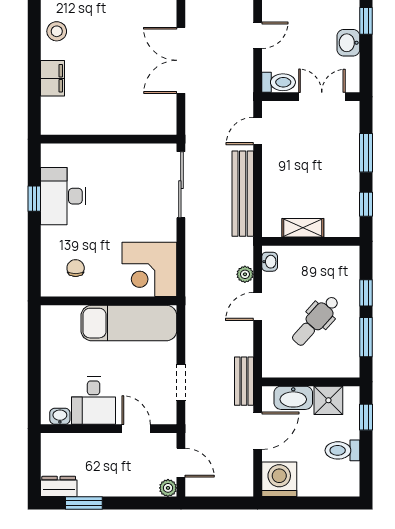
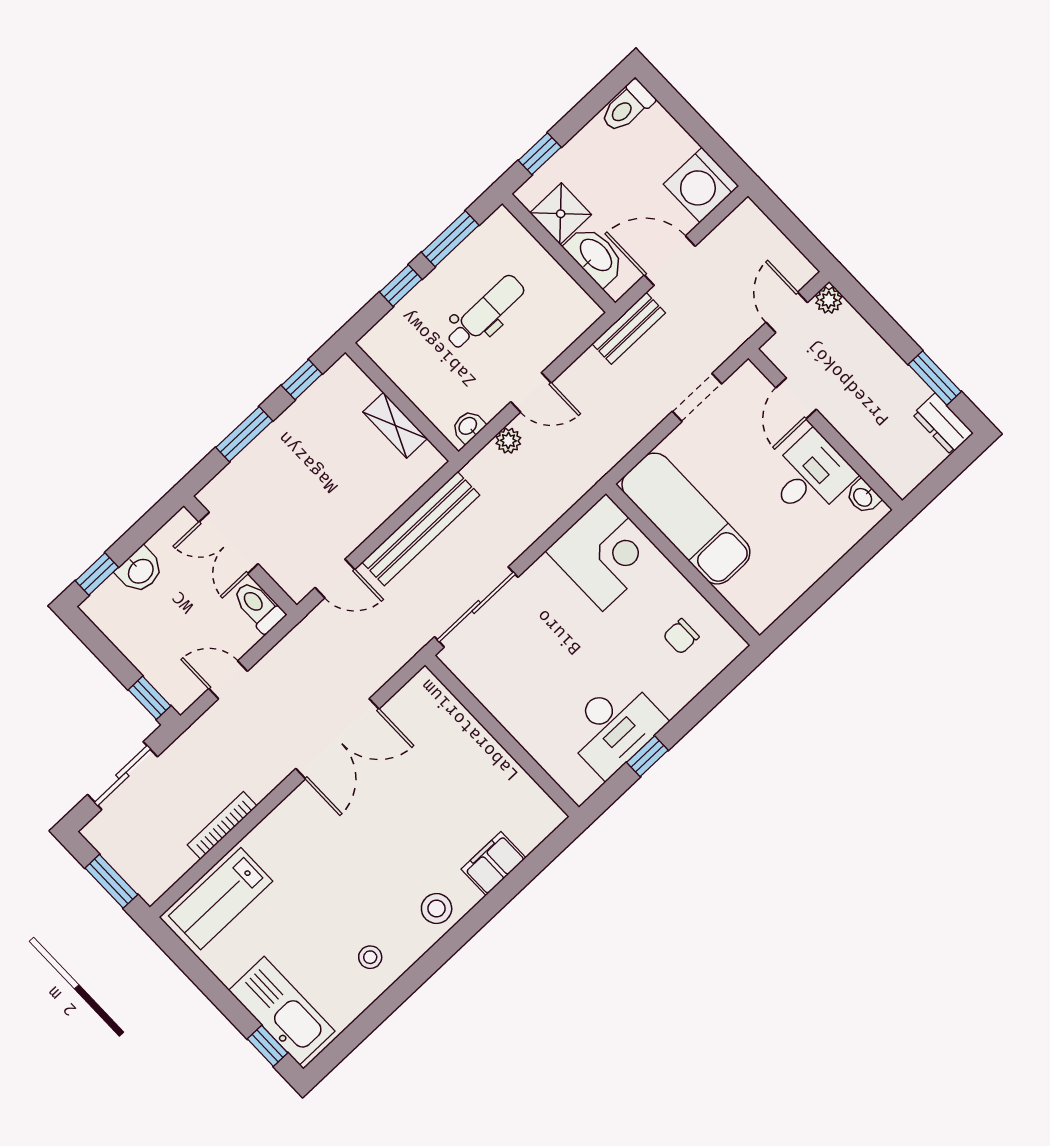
dental chair: (316, 321) -> (485, 312), turned -42
toilet: (342, 450) -> (627, 107), moved, turned 90

